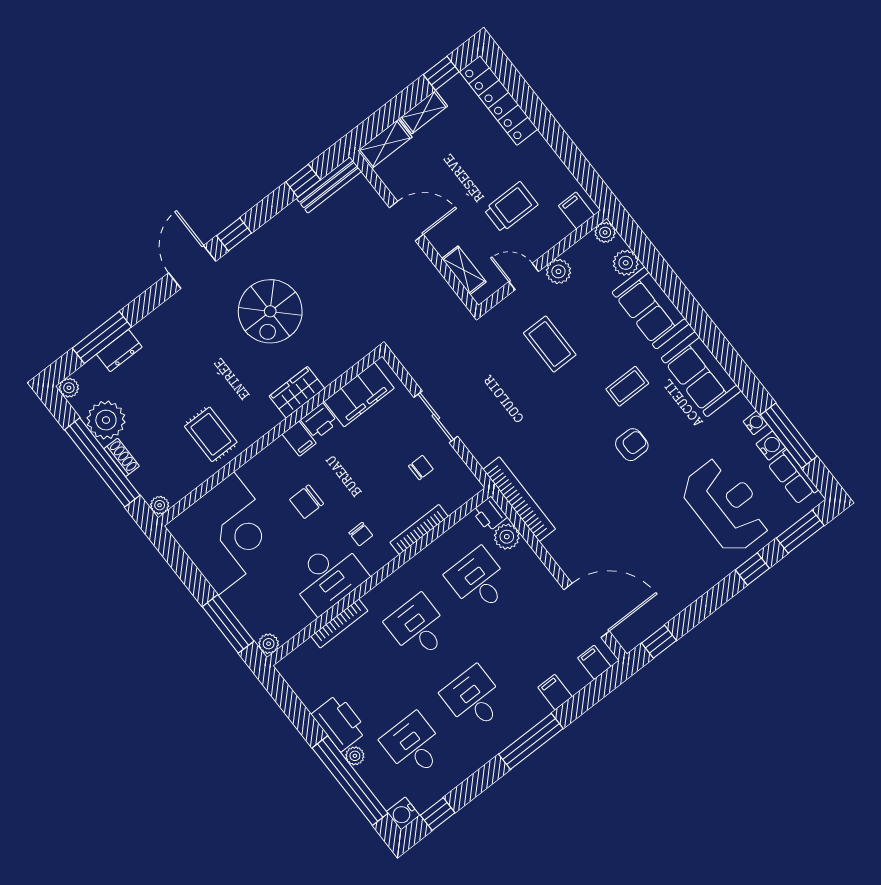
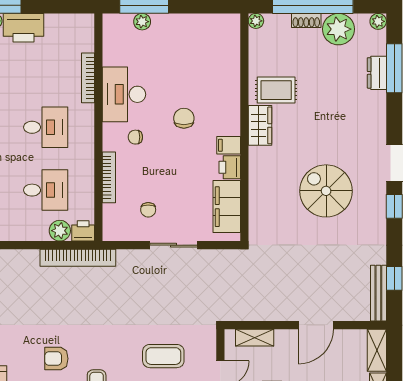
wardrobe: (297, 392) -> (260, 125), moved
armchair: (632, 445) -> (56, 359), turned 90
corner desk: (226, 534) -> (204, 50), removed
plant: (269, 644) -> (142, 22), moved

